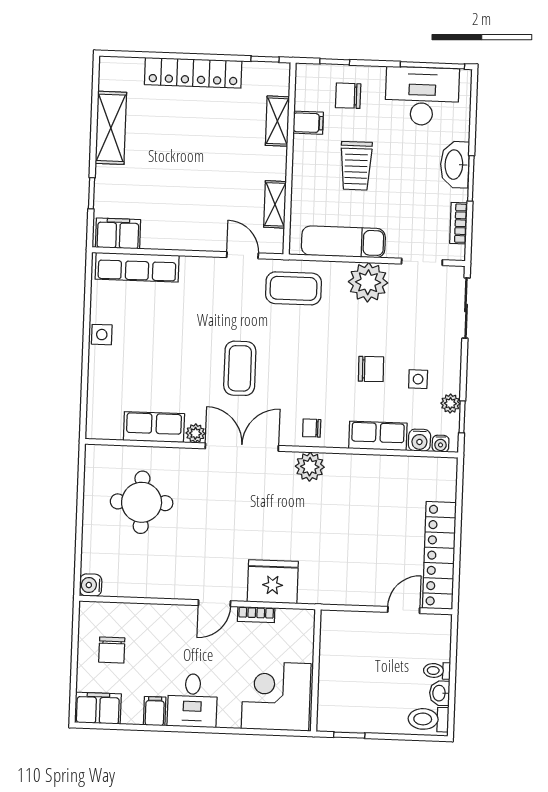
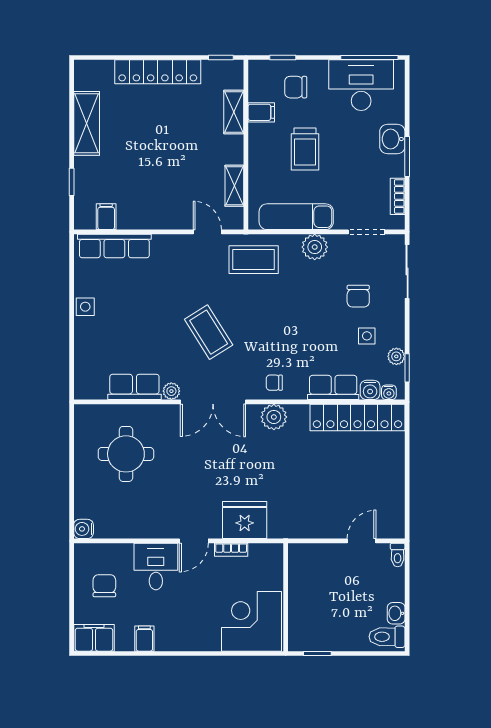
washbasin: (455, 165) -> (392, 139), width x0.72
filing cabinet: (118, 233) -> (106, 217), width x0.50
plant: (368, 282) -> (315, 247), width x0.73, depth x0.73
coffee table: (240, 368) -> (209, 332), turned -32
chair: (371, 369) -> (358, 296), moved, turned 91
double door: (242, 447) -> (213, 402), swing flipped
locker: (439, 555) -> (357, 417), moved, turned -90
chair: (112, 650) -> (104, 586), turned 180
toilet: (437, 671) -> (398, 555), moved, turned -90
desk: (192, 700) -> (156, 567), moved, turned 180

